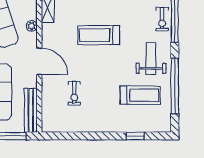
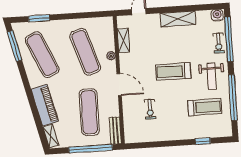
treadmill: (99, 35) -> (173, 71), moved
weight bench: (151, 59) -> (212, 76), turned 180
bench: (31, 110) -> (115, 131), width x0.73

